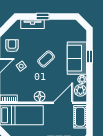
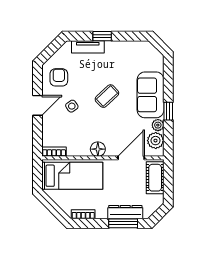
window: (89, 56) -> (168, 111), moved

